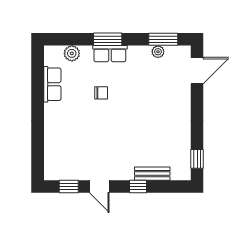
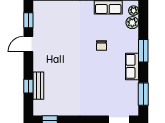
plant: (158, 52) -> (134, 11), moved
row of seats: (110, 54) -> (132, 66), moved
window: (138, 186) -> (28, 86), moved

